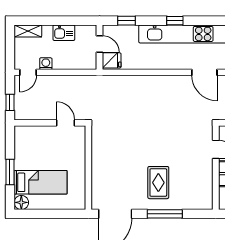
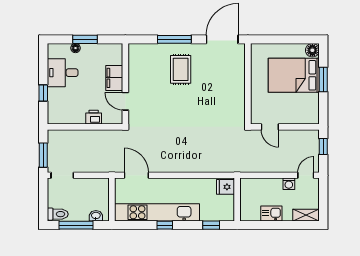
door: (100, 44) -> (237, 203), removed
bed: (41, 182) -> (294, 75), width x1.50

